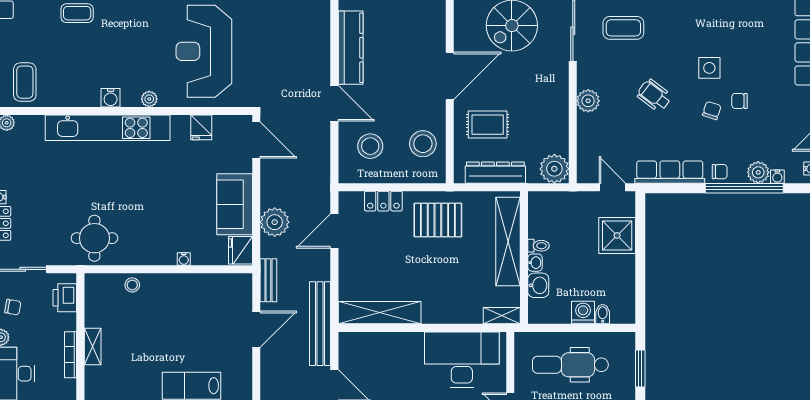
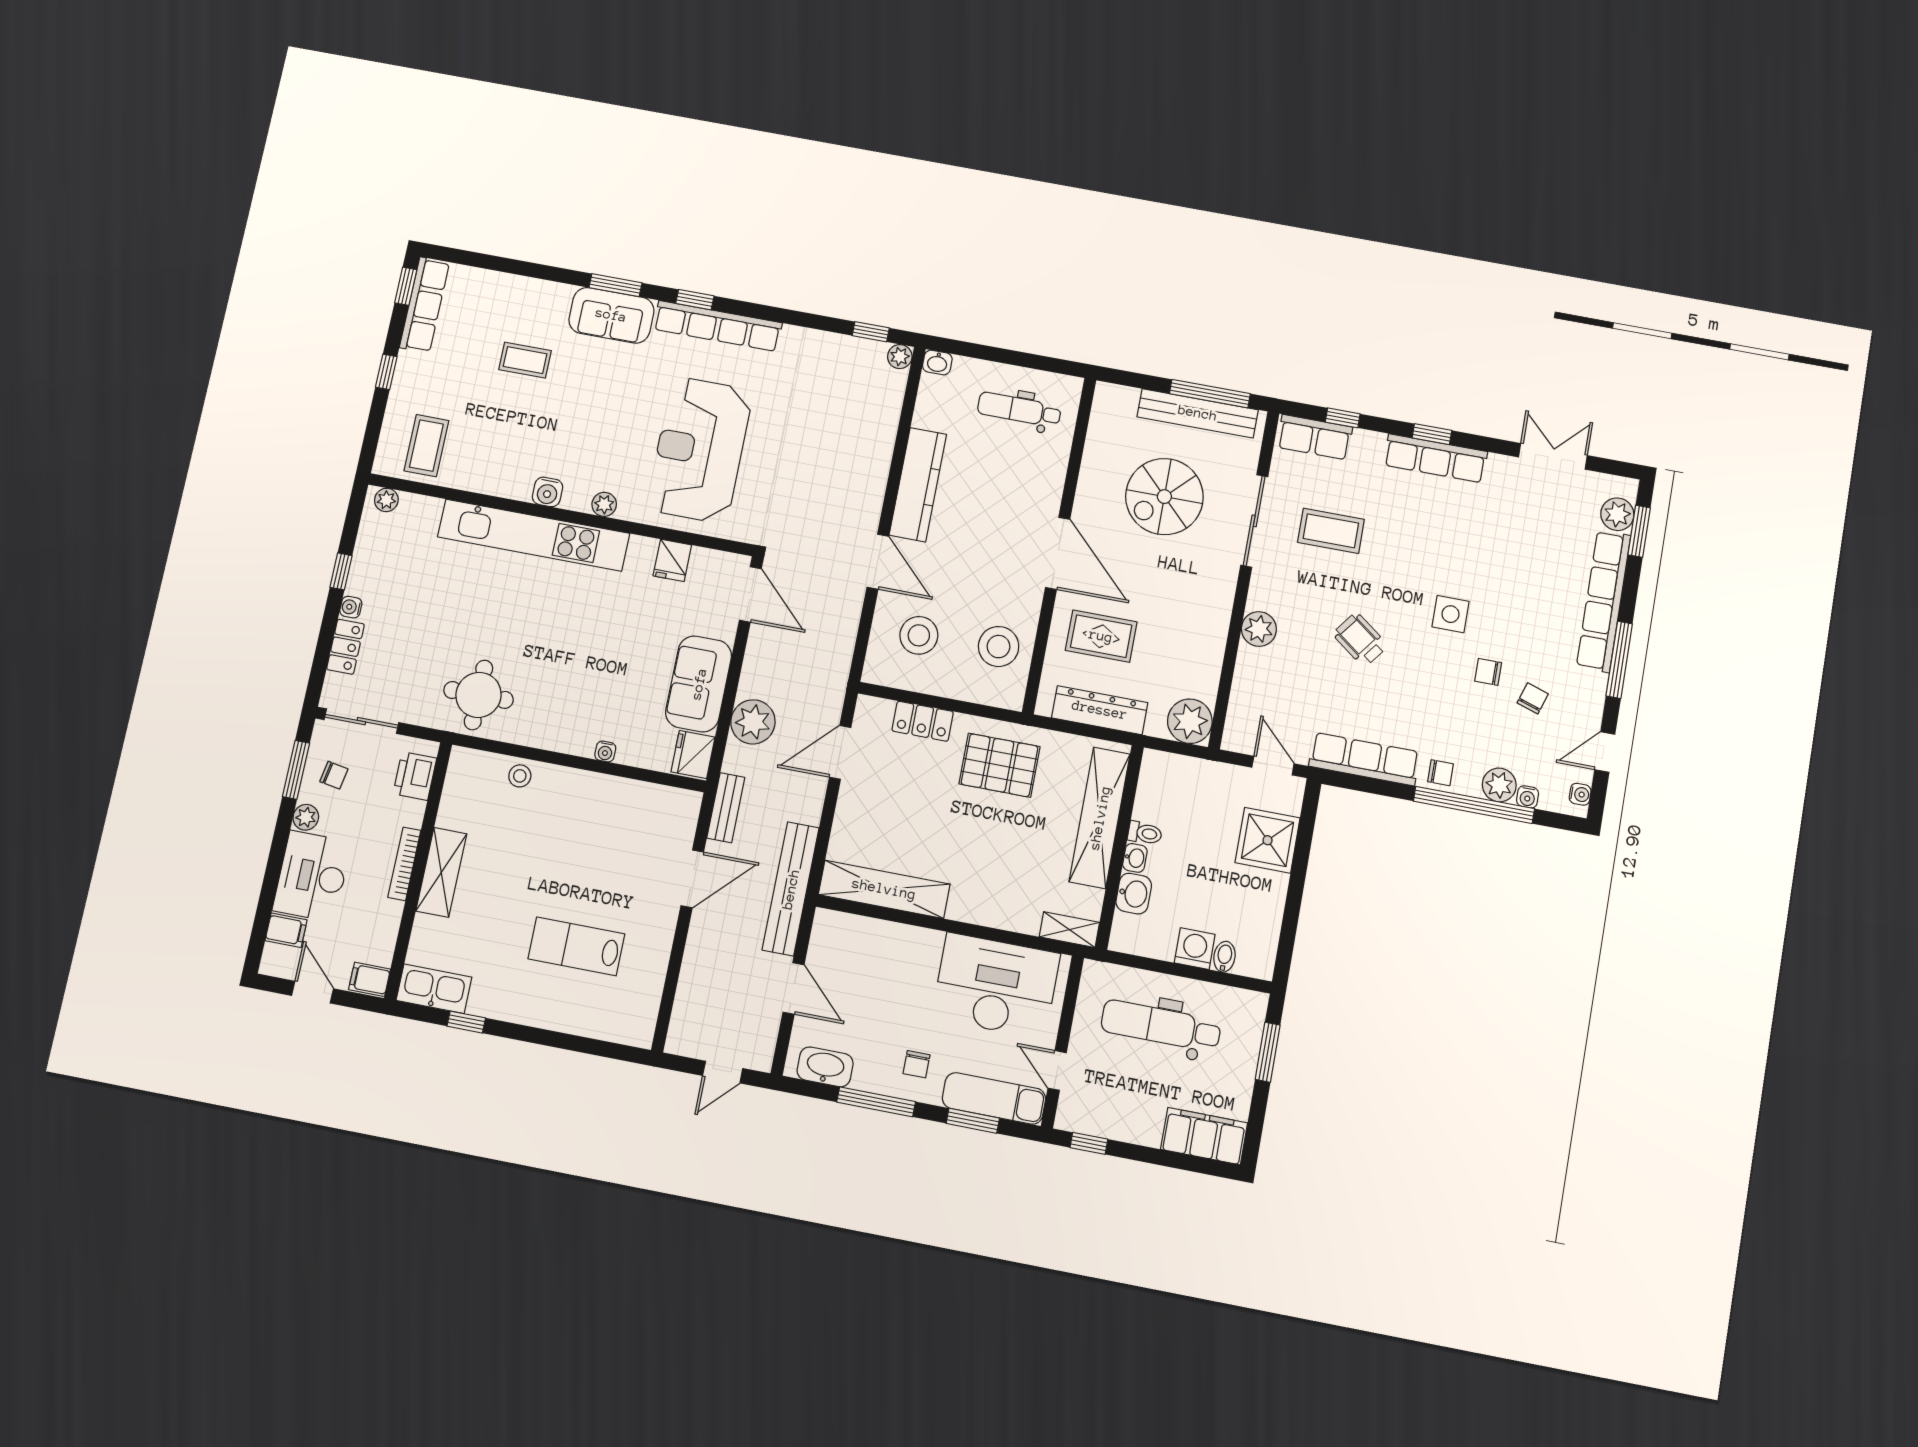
door: (450, 76) -> (1058, 553), hinge flipped
chair: (712, 110) -> (1533, 698), moved
shelving: (93, 346) -> (441, 872), width x1.50, depth x1.33

